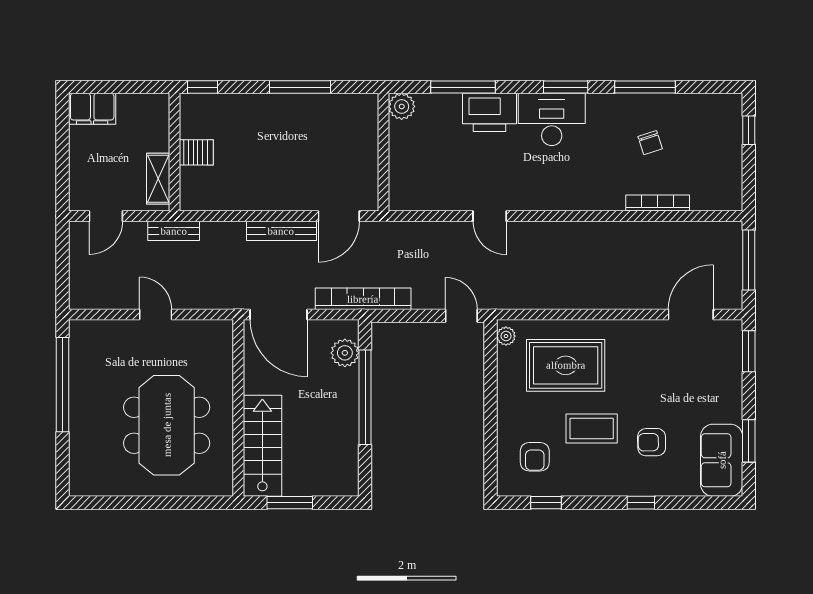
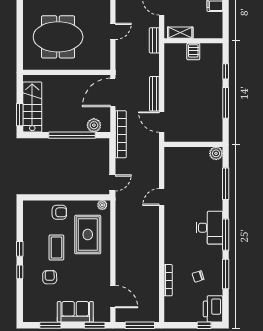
window: (202, 87) -> (226, 71), moved
window: (566, 87) -> (226, 235), width x1.44
printer: (489, 112) -> (213, 309), moved
stairs: (262, 446) -> (32, 107), moved, turned -90
armchair: (535, 457) -> (59, 212), moved, turned 180
sofa: (722, 460) -> (75, 312), moved
window: (290, 503) -> (20, 115), moved
window: (546, 503) -> (20, 249), moved

